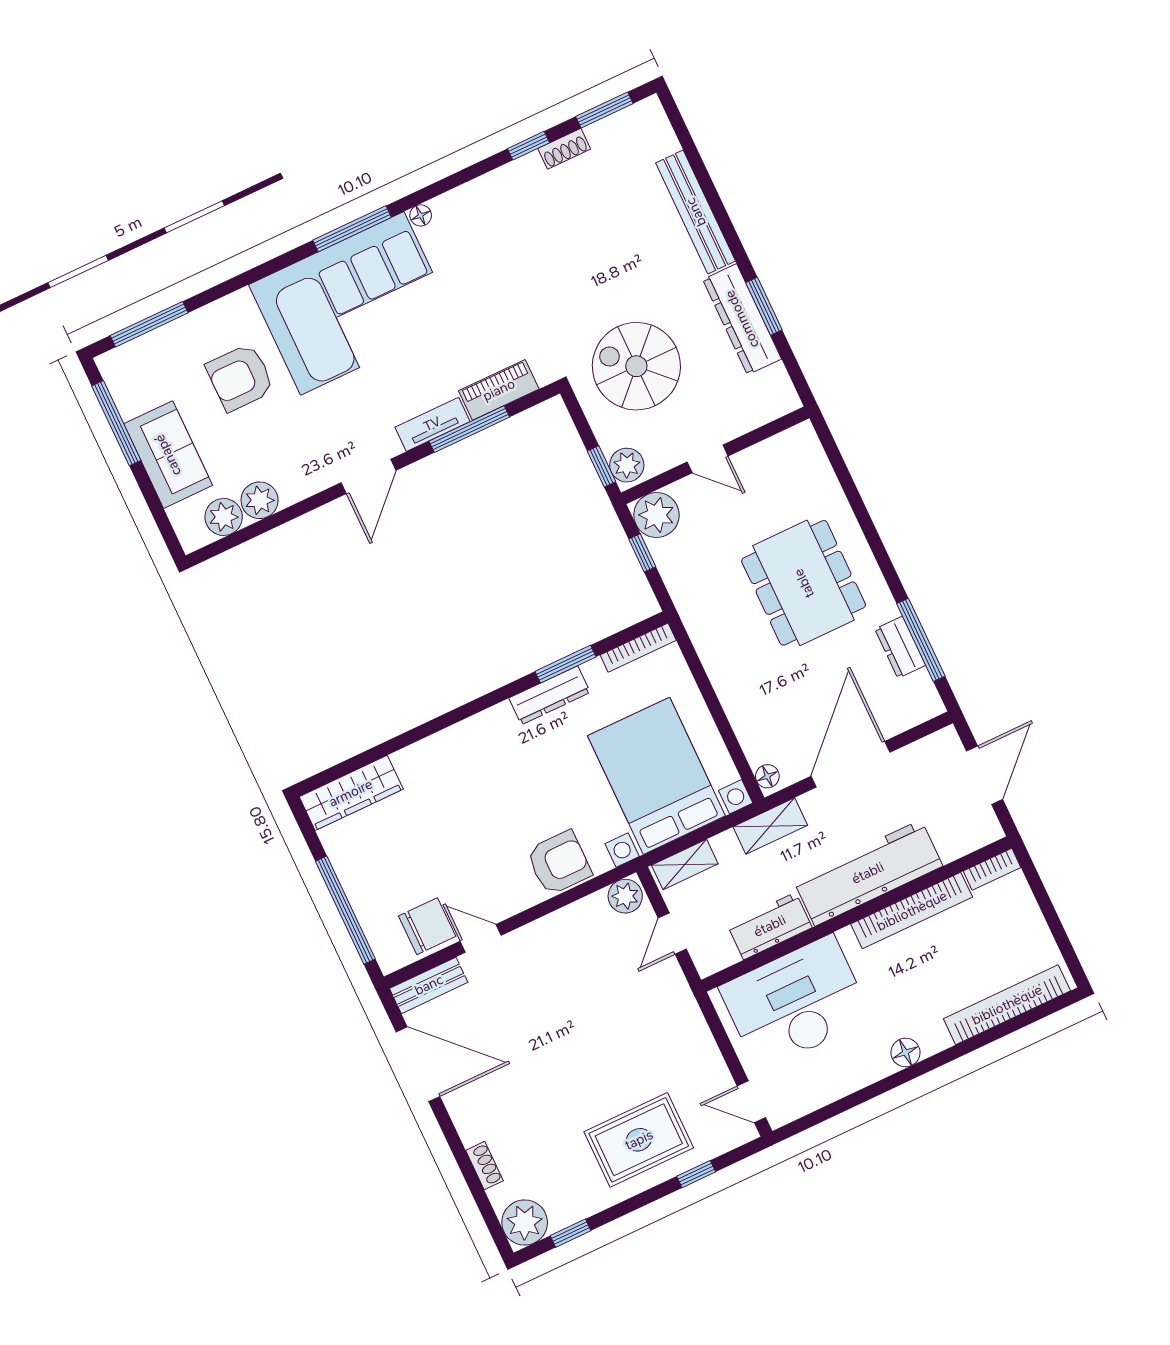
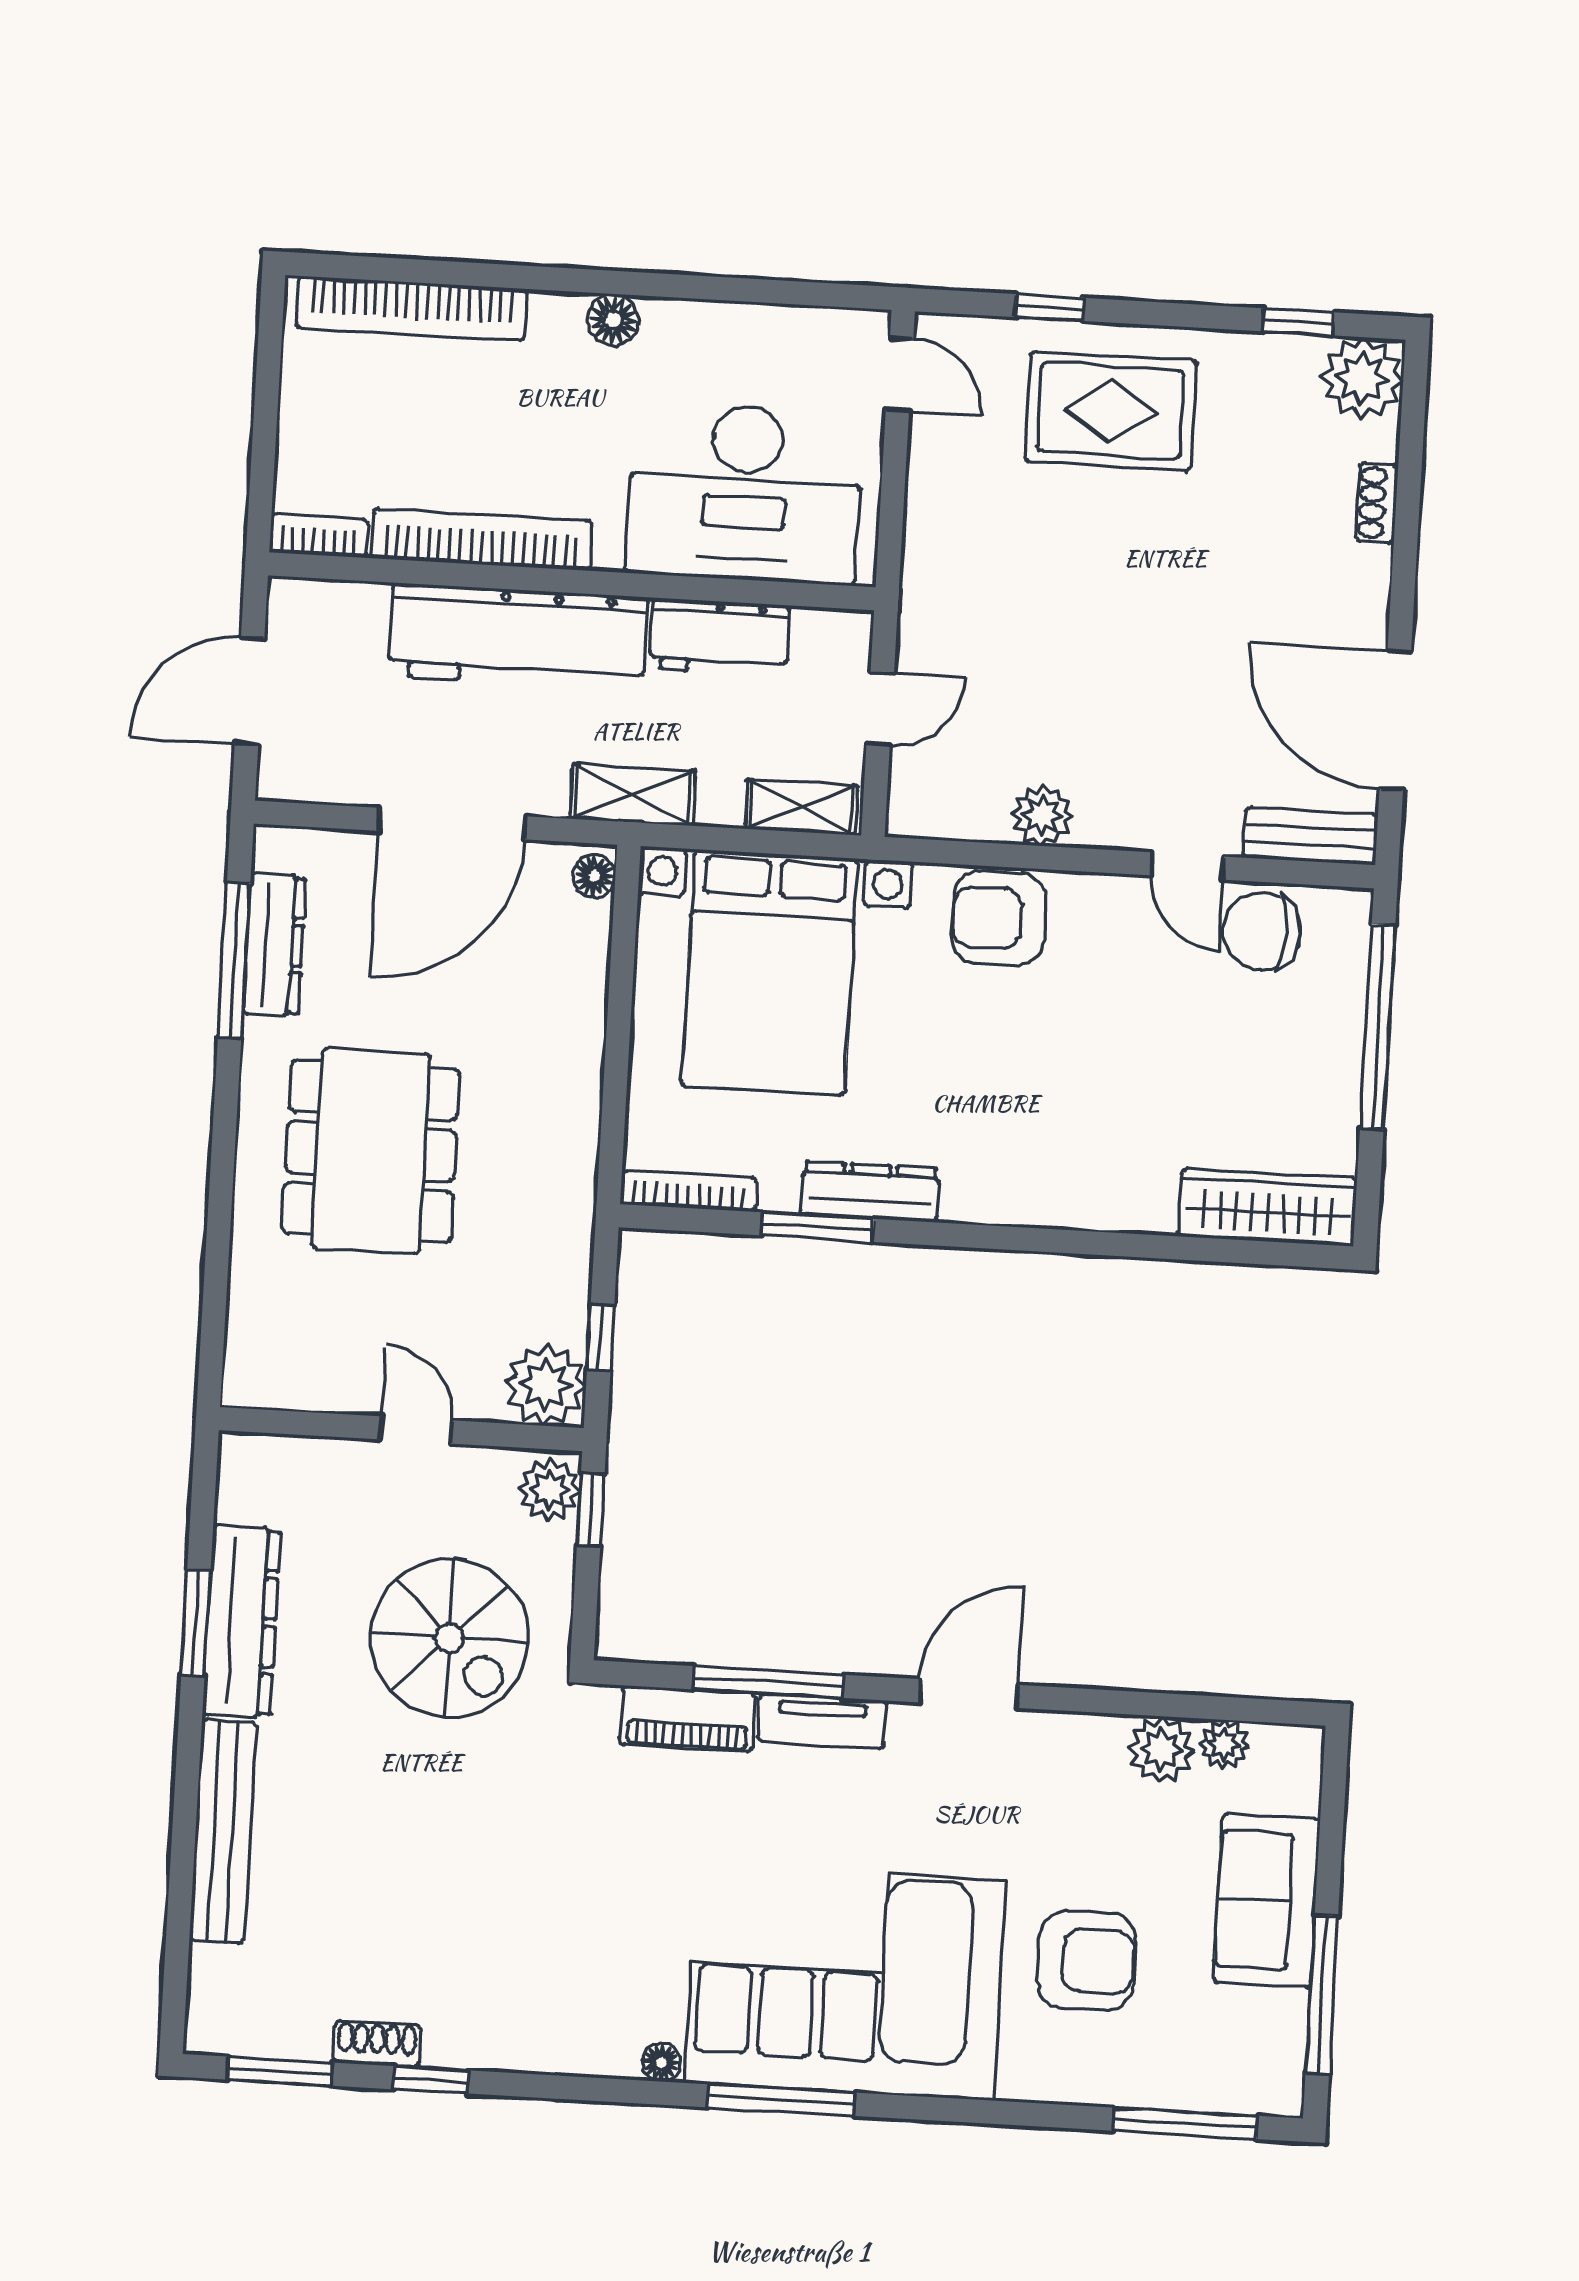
plant: (224, 517) -> (1224, 1744), width x0.73, depth x0.73
dresser: (900, 647) -> (274, 945), width x1.44
plant: (625, 896) -> (1042, 815), moved

